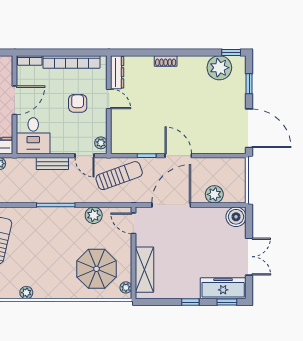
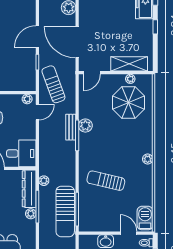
bench: (52, 164) -> (71, 127), moved
plant: (94, 215) -> (85, 126), moved
plant: (126, 287) -> (130, 79), moved

